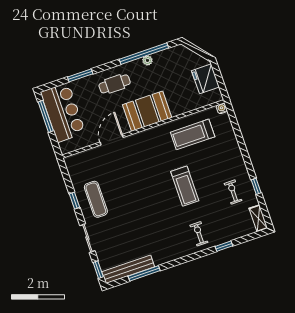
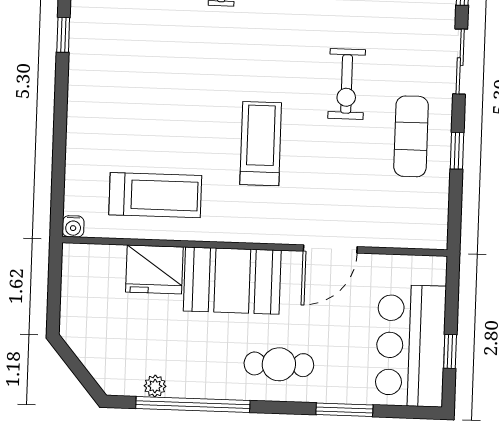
plant: (147, 60) -> (155, 386), moved
fridge: (205, 79) -> (154, 269), moved, turned 90
window: (46, 116) -> (450, 351), width x0.46
treadmill: (185, 186) -> (261, 144), moved
exercise bike: (233, 192) -> (347, 84), moved, width x1.38, depth x1.39

